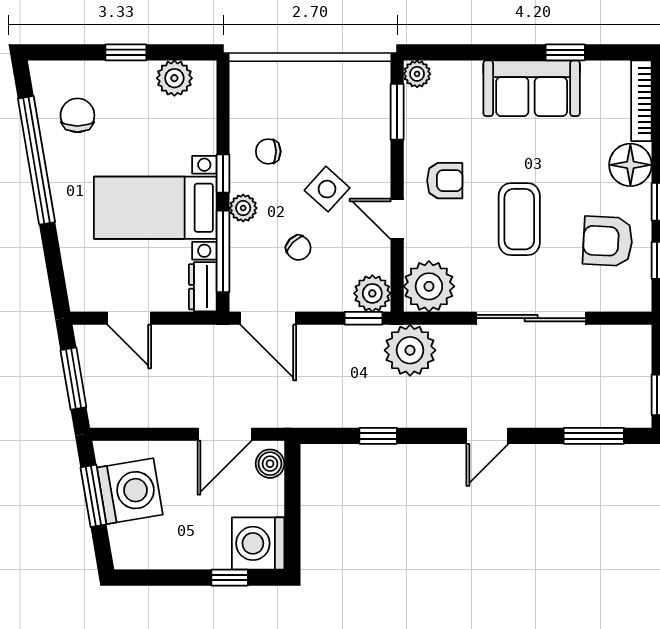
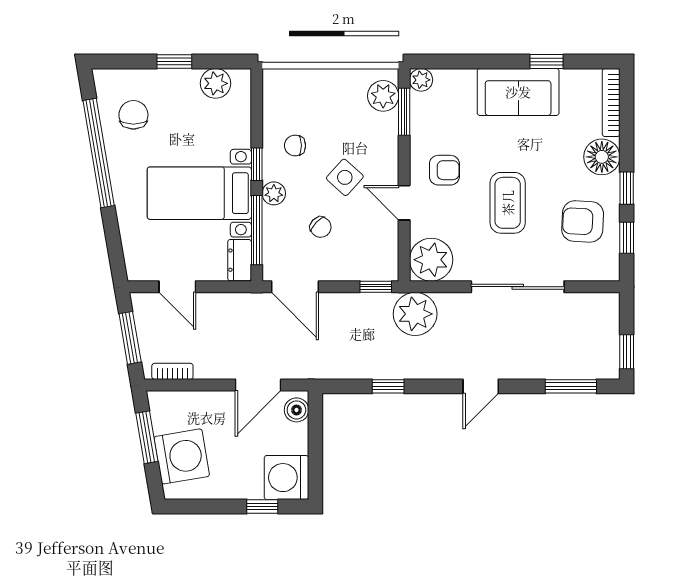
plant: (372, 293) -> (383, 96), moved
bookcase: (124, 418) -> (172, 371), added
washing machine: (130, 491) -> (182, 456), moved

